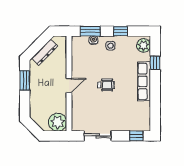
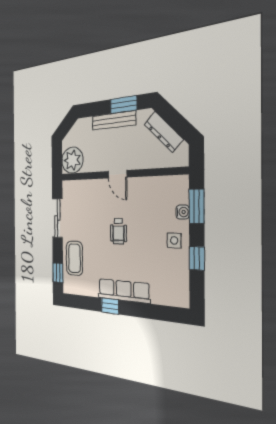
plant: (144, 45) -> (175, 295), removed
window: (155, 63) -> (110, 306), moved
bench: (34, 88) -> (114, 120), added
coffee table: (125, 121) -> (74, 258), added

